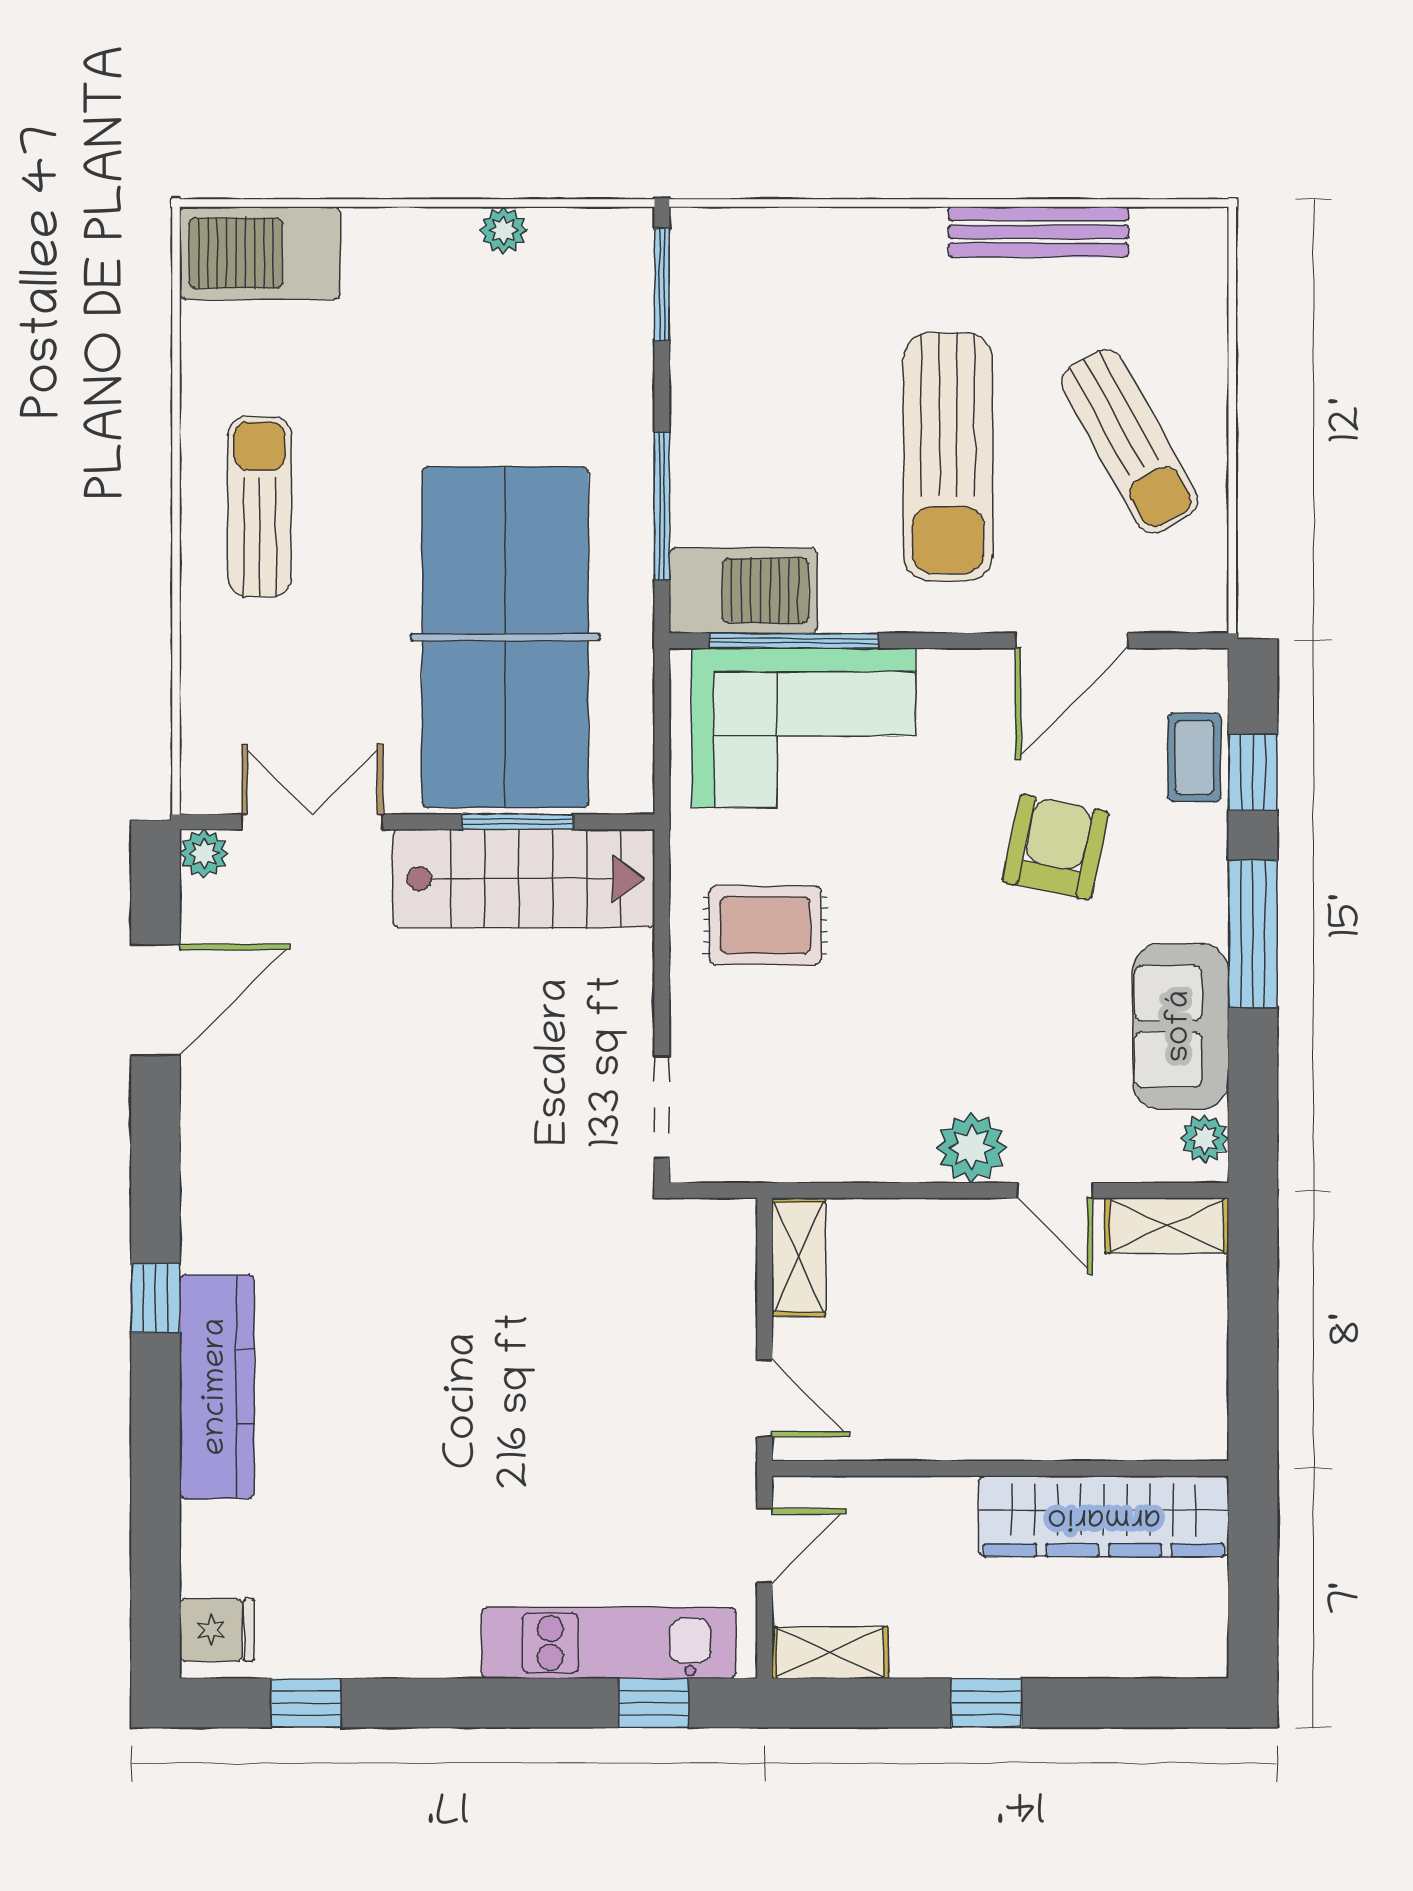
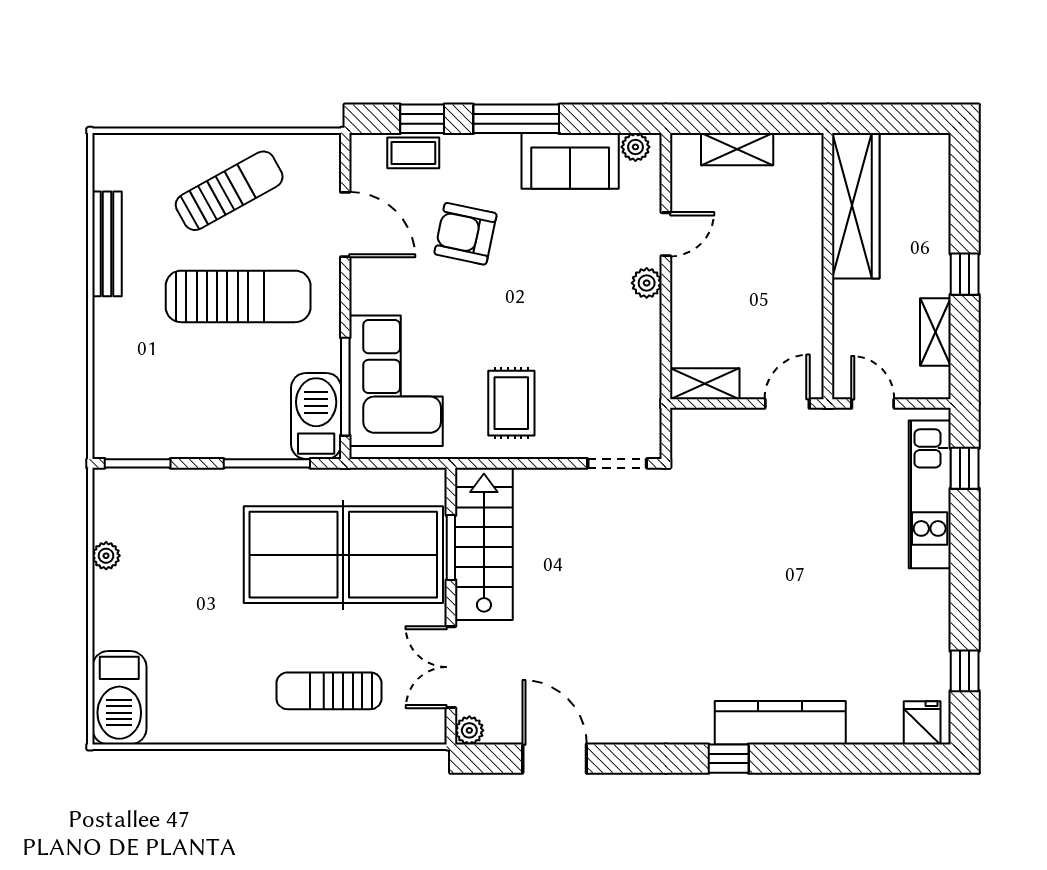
sun lounger: (260, 506) -> (329, 691), moved
plant: (971, 1148) -> (647, 283), width x0.73, depth x0.73
shelving: (1167, 1226) -> (737, 149), moved, turned 90
shelving: (830, 1653) -> (935, 332), moved

